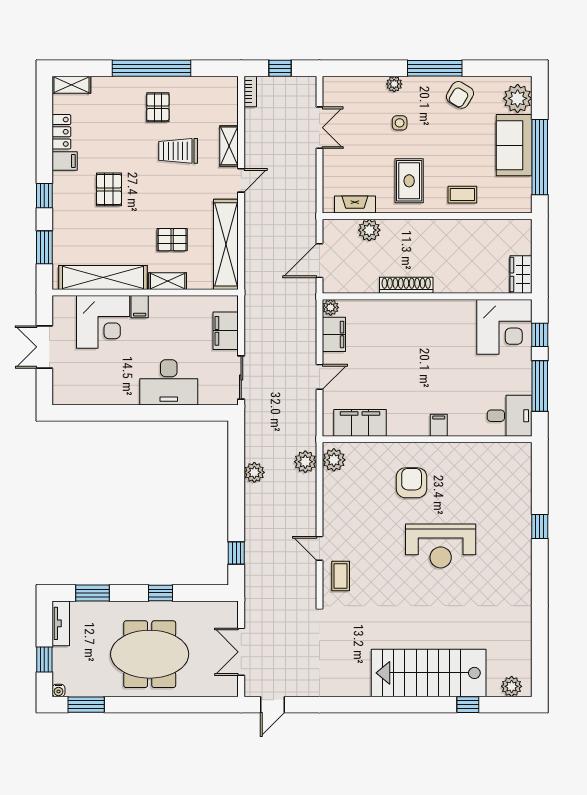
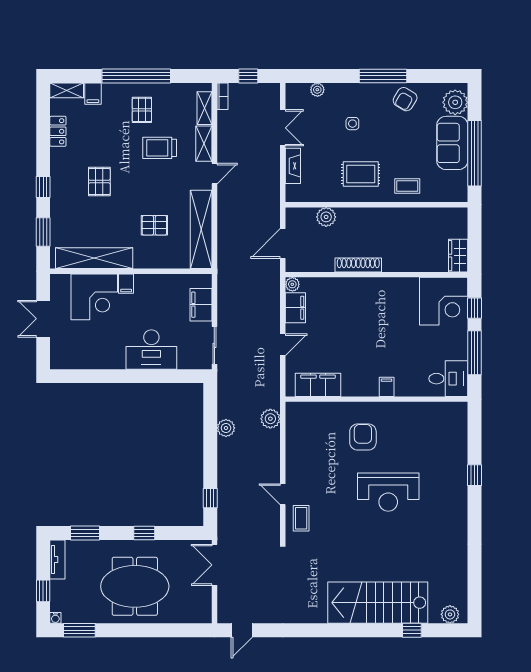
plant: (394, 84) -> (317, 90), moved
filing cabinet: (65, 161) -> (93, 94), moved, turned 90
rug: (409, 181) -> (361, 174), turned 90
fireplace: (355, 204) -> (293, 166), moved, turned 90
shelving: (168, 281) -> (205, 108), moved, turned 90
plant: (334, 460) -> (295, 417), removed
double door: (241, 652) -> (214, 565), moved

